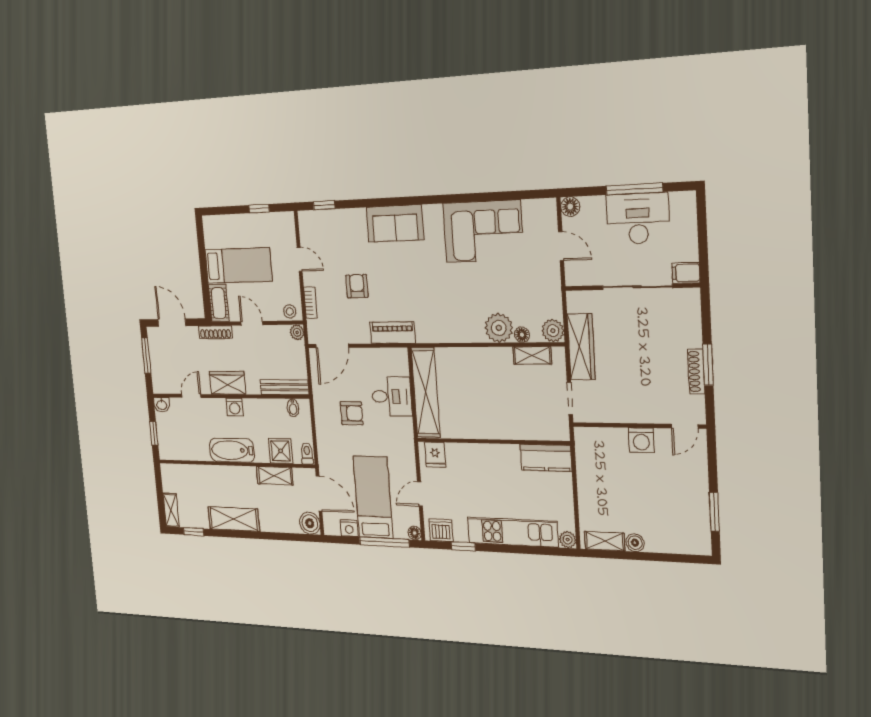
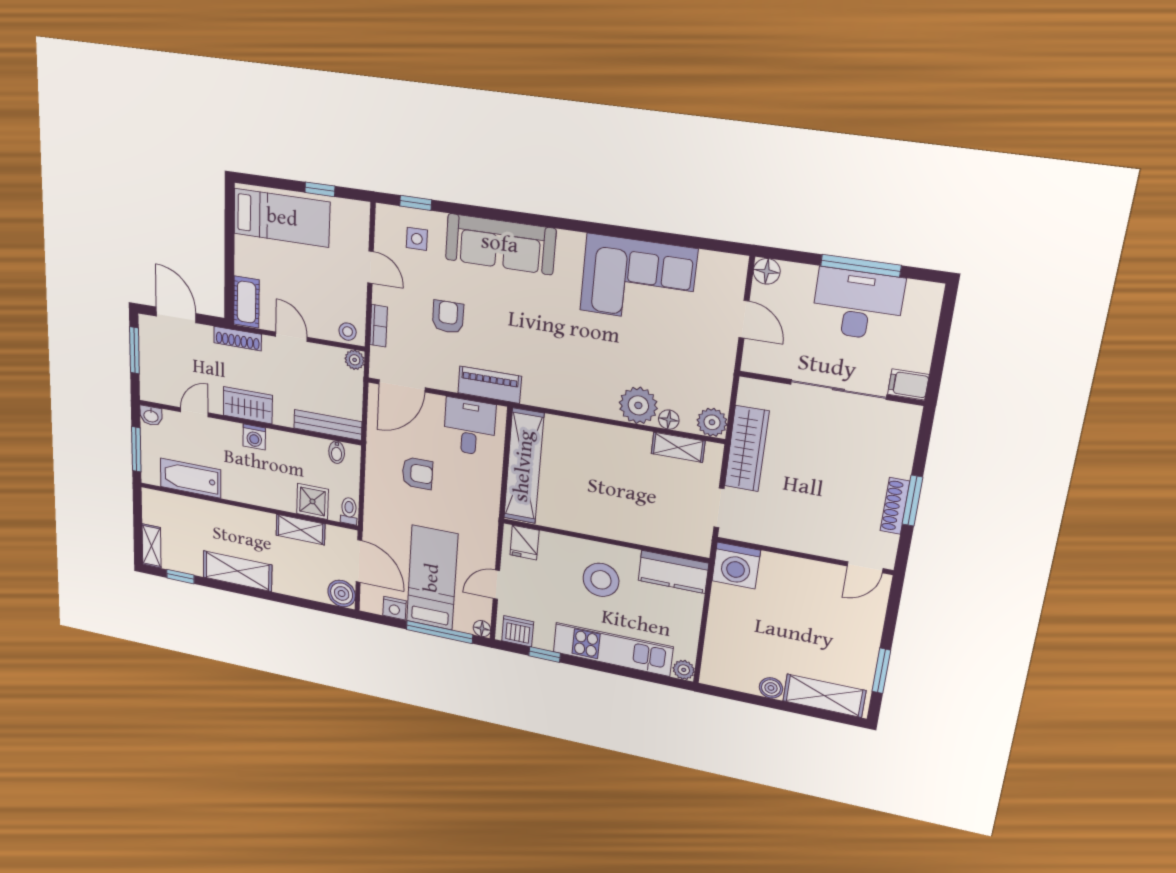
sofa: (395, 223) -> (500, 244), width x1.36
side table: (328, 232) -> (417, 239), added
bed: (238, 265) -> (282, 218), moved
desk: (392, 396) -> (470, 427), moved, turned -90
window: (154, 433) -> (136, 449), width x1.50
washing machine: (641, 440) -> (736, 566), moved, width x1.37, depth x1.37
bathtub: (232, 450) -> (191, 478), moved
stool: (495, 475) -> (601, 580), added
shelving: (605, 541) -> (824, 696), moved, width x1.50, depth x1.33

